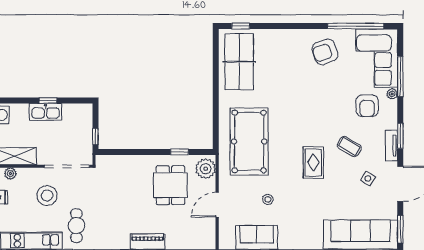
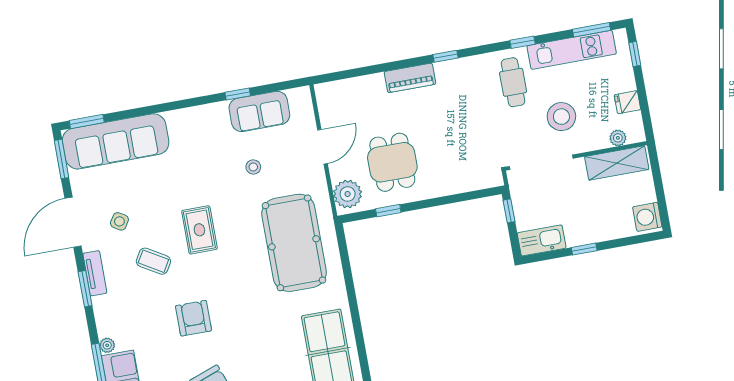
armchair: (367, 106) -> (194, 318), moved
kitchen sink: (45, 112) -> (542, 240), moved

